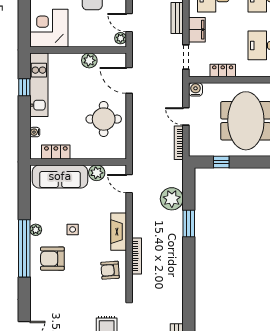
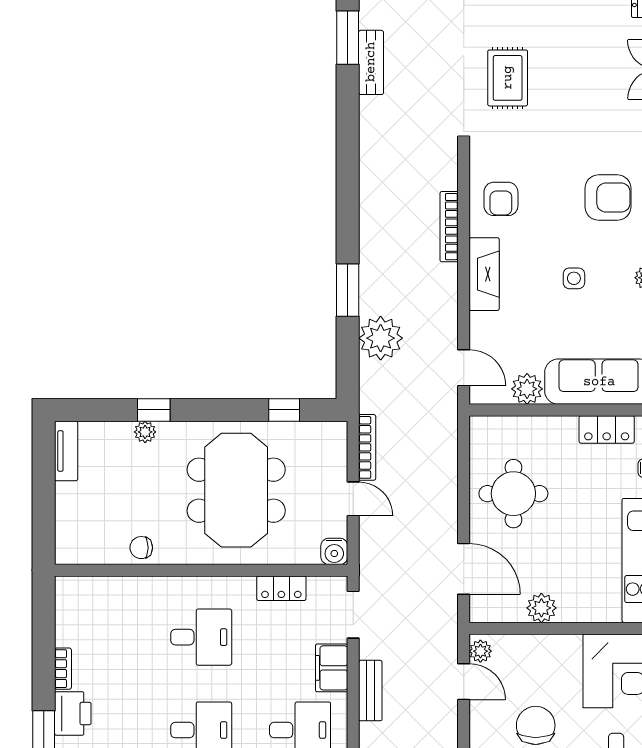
armchair: (52, 259) -> (608, 198), moved
armchair: (110, 270) -> (501, 199), turned 94

